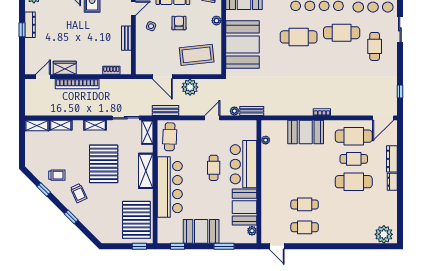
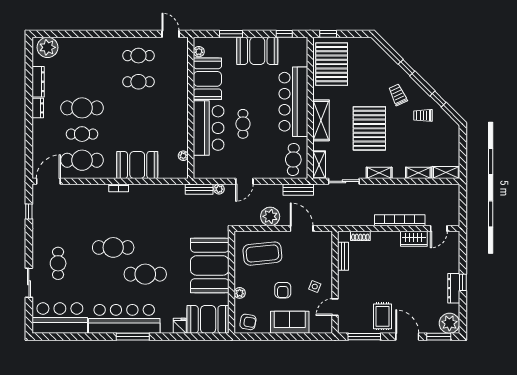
cafe table: (342, 33) -> (113, 247), moved
bench: (126, 38) -> (343, 256), moved
dresser: (392, 159) -> (38, 82), moved

